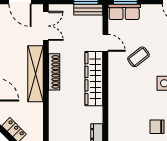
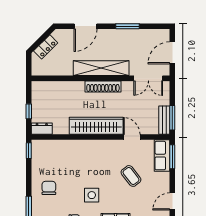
door: (105, 43) -> (132, 137), swing flipped
coffee table: (138, 57) -> (131, 176), moved

